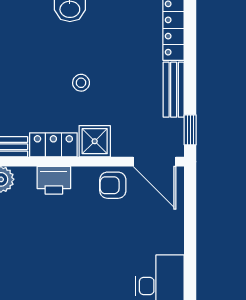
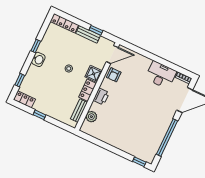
window: (190, 130) -> (96, 30), moved

